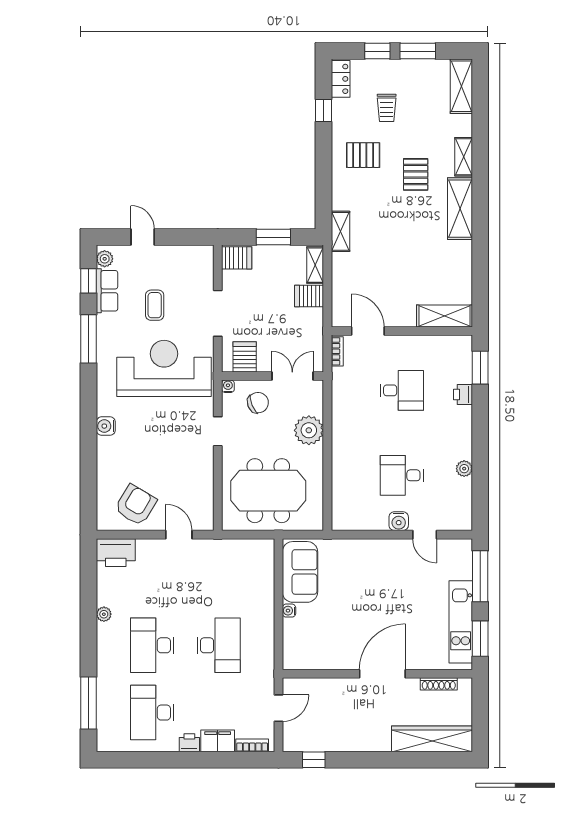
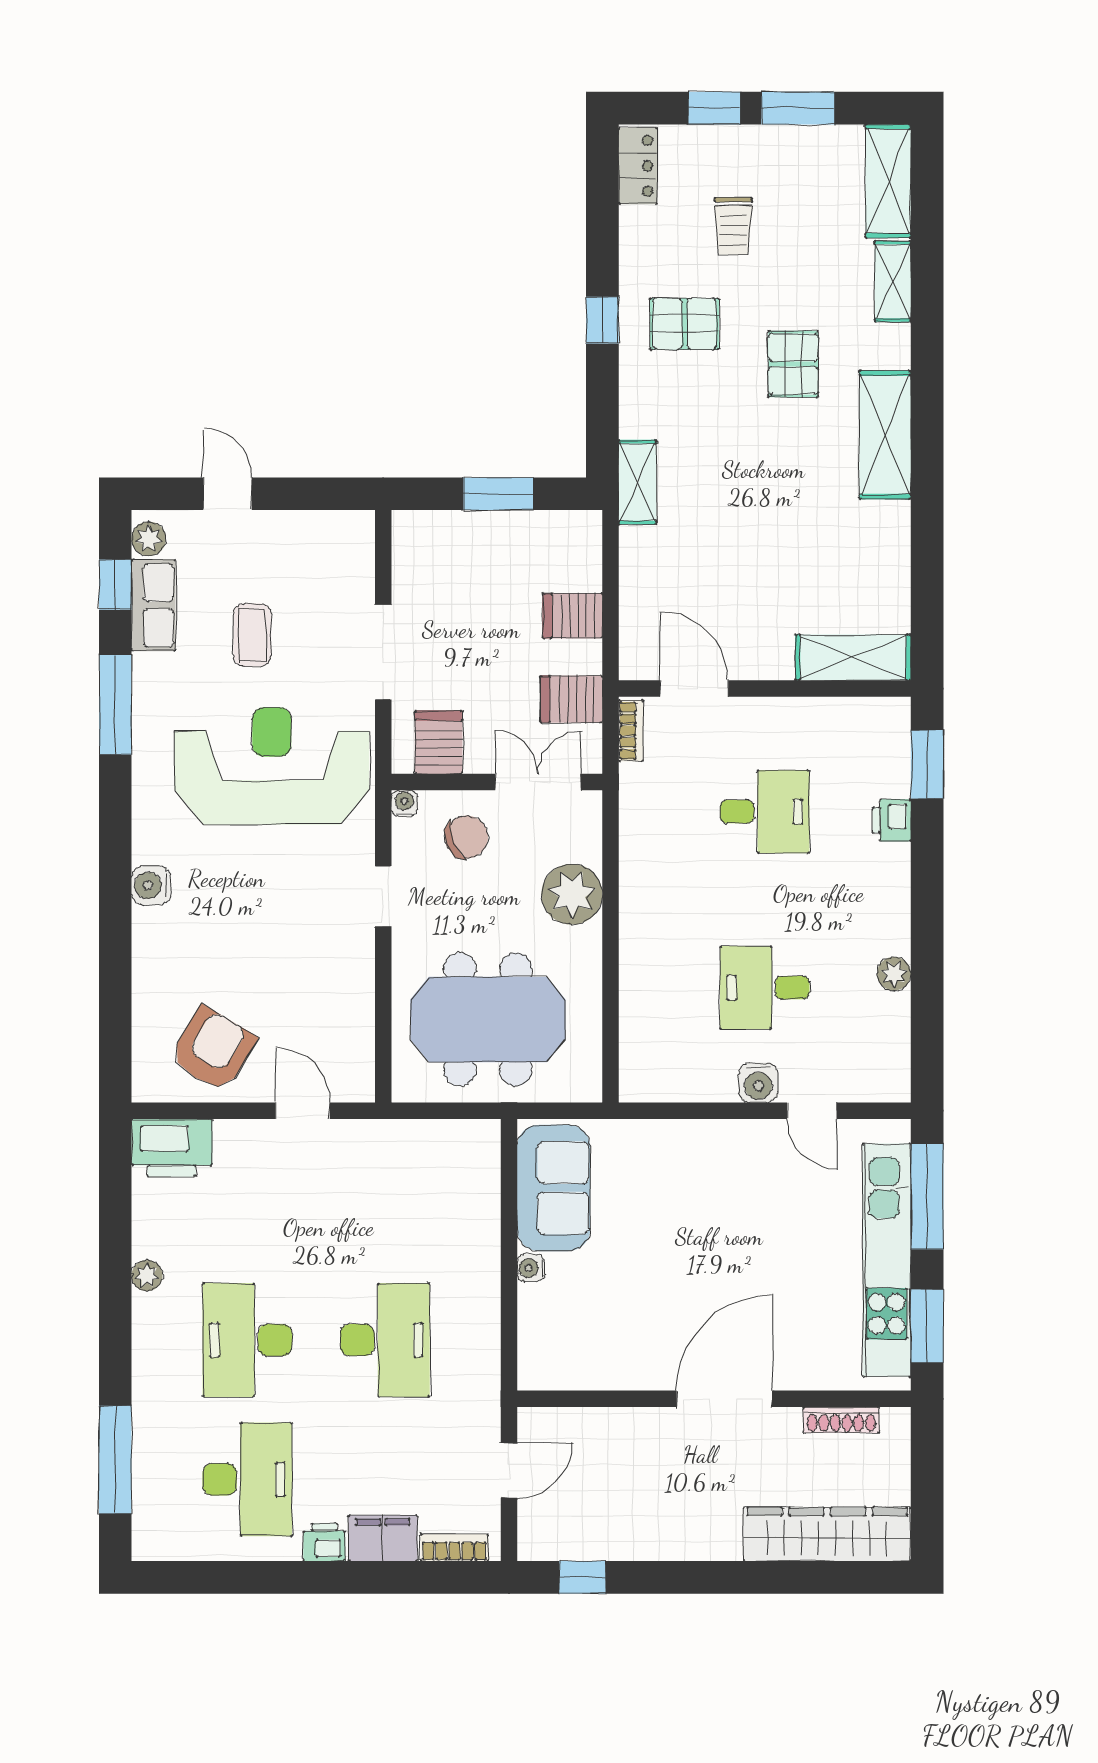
window: (323, 111) -> (602, 320), moved
shelving: (464, 157) -> (893, 281), moved
server rack: (237, 258) -> (571, 699), moved, turned 180
shelving: (315, 265) -> (585, 552), removed
kitchen unit: (461, 622) -> (887, 1260), width x1.36
desk: (152, 713) -> (247, 1479), turned 180

